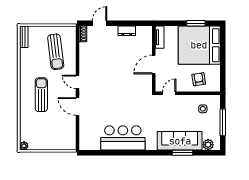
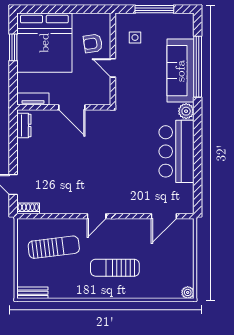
dresser: (127, 31) -> (24, 125), moved
door: (169, 93) -> (113, 68), moved
door: (77, 106) -> (164, 216), moved
plant: (208, 145) -> (186, 111), moved
window: (182, 153) -> (198, 67), width x2.11

